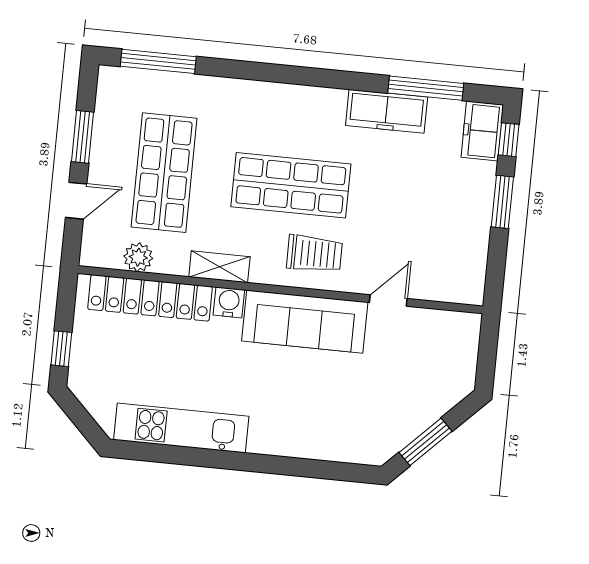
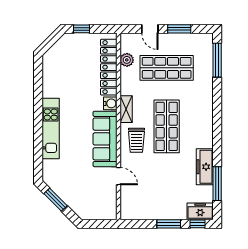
shelving: (219, 267) -> (126, 109), moved
kitchen unit: (181, 428) -> (51, 128), moved

